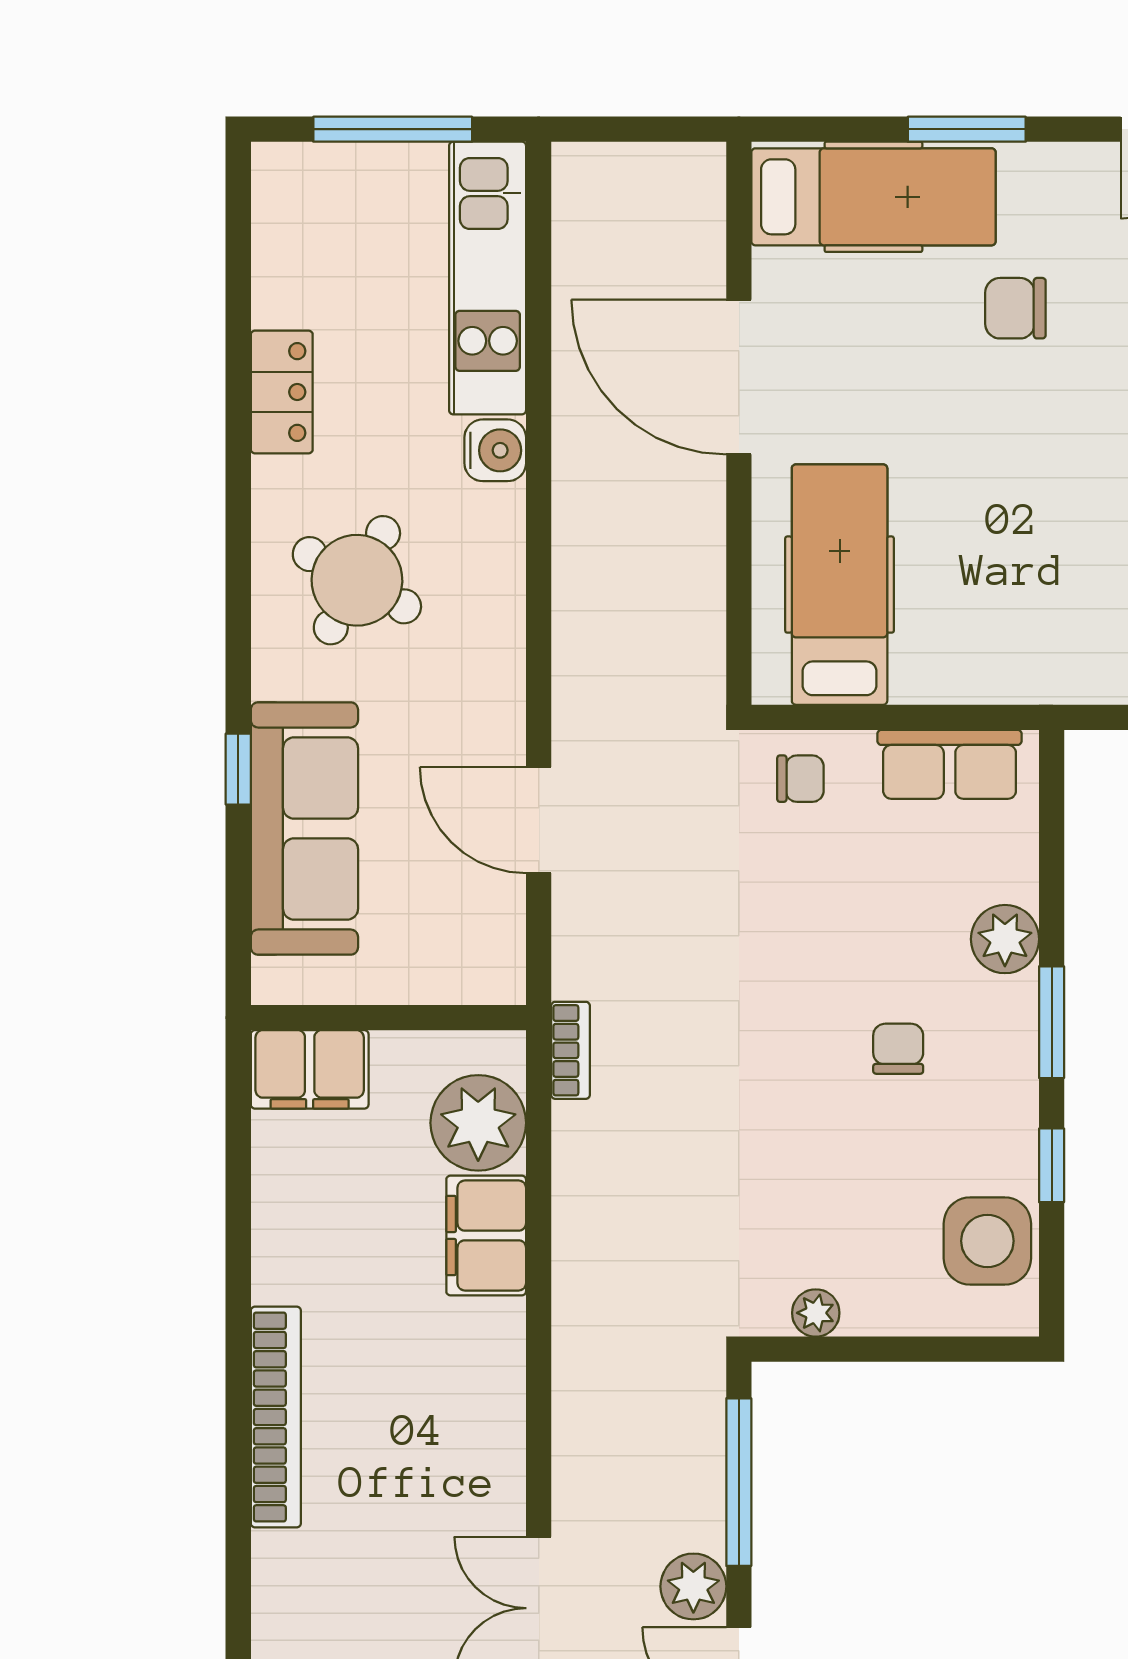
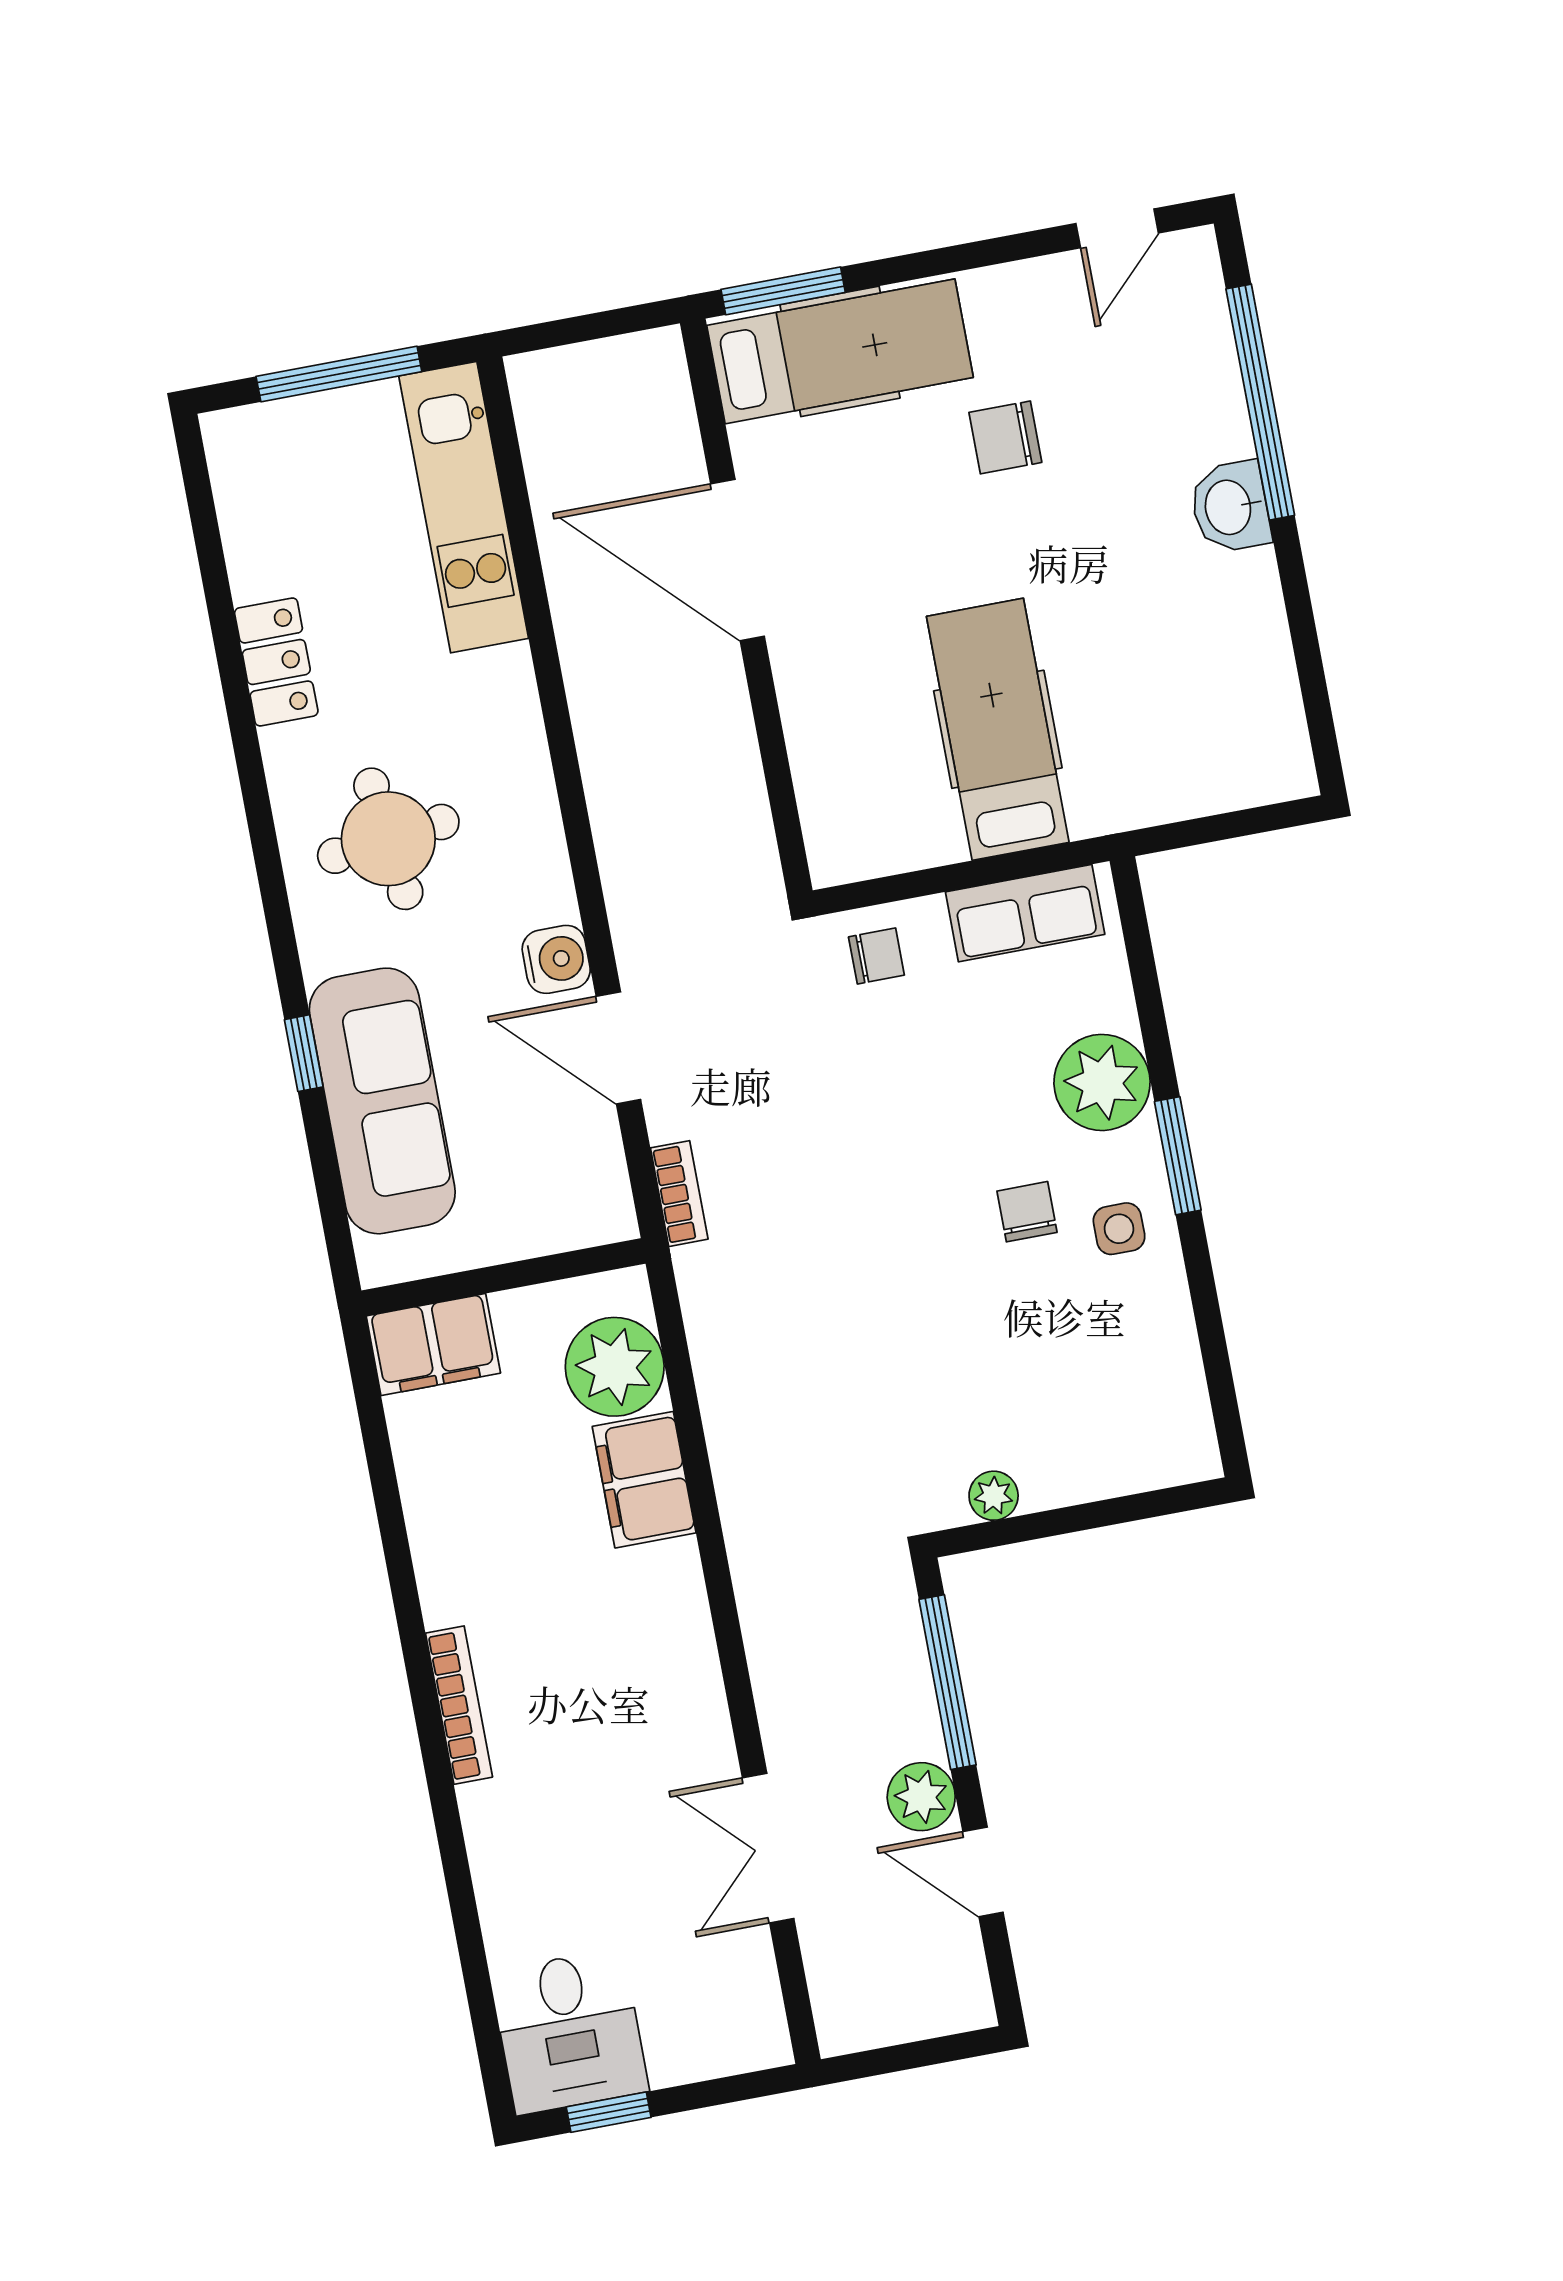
window: (967, 129) -> (783, 291), moved
water cooler: (495, 450) -> (556, 959), moved
round table: (357, 580) -> (388, 839), turned -36
hospital bed: (840, 585) -> (998, 729), moved
plant: (1005, 939) -> (1102, 1082), width x1.36, depth x1.36
bookcase: (571, 1050) -> (679, 1194), moved
window: (1052, 1165) -> (1205, 1301), removed
side table: (987, 1241) -> (1119, 1229), moved, width x0.54, depth x0.54
bookcase: (276, 1417) -> (459, 1705), width x0.68, depth x0.76

